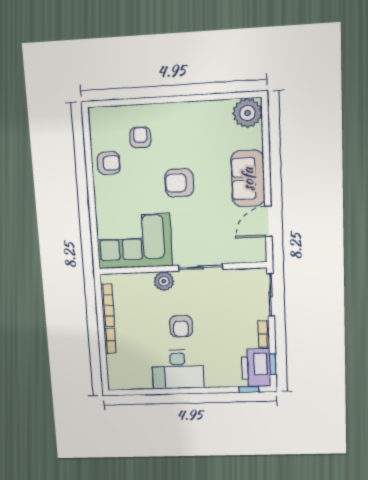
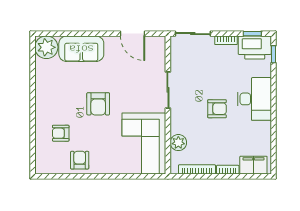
sofa: (248, 179) -> (81, 49), moved
plant: (164, 281) -> (178, 143), moved
desk: (178, 369) -> (254, 99), moved
filing cabinet: (117, 370) -> (253, 165), added

